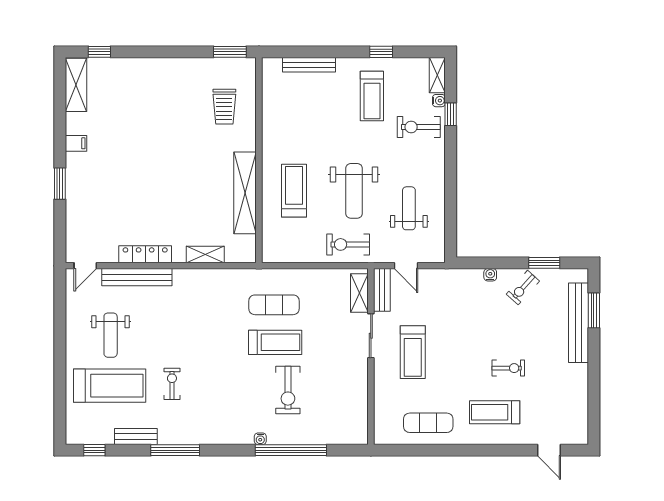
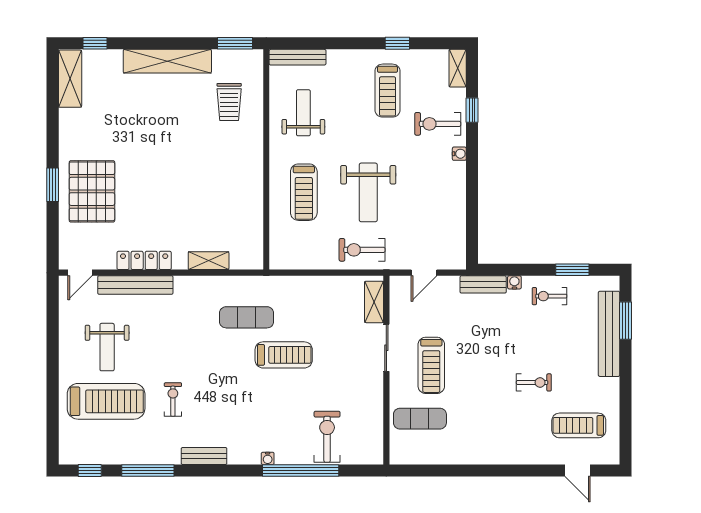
bench: (309, 65) -> (298, 57), moved
water cooler: (439, 101) -> (459, 154), moved
filing cabinet: (76, 143) -> (70, 141), removed
pallet: (96, 190) -> (92, 191), added
treadmill: (294, 191) -> (304, 192), turned 180
shelving: (245, 193) -> (167, 61), moved, turned 90
weight bench: (409, 208) -> (303, 113), moved
door: (406, 266) -> (424, 273), hinge flipped
exercise bike: (523, 288) -> (550, 296), turned 48
bench: (382, 290) -> (483, 284), moved, turned 90
exercise mat: (274, 305) -> (247, 317), moved
exercise bike: (288, 390) -> (327, 437), moved, turned 180
treadmill: (495, 412) -> (579, 425), moved
exercise mat: (428, 423) -> (420, 419), moved
bench: (136, 437) -> (204, 456), moved
window: (175, 450) -> (148, 471), moved

